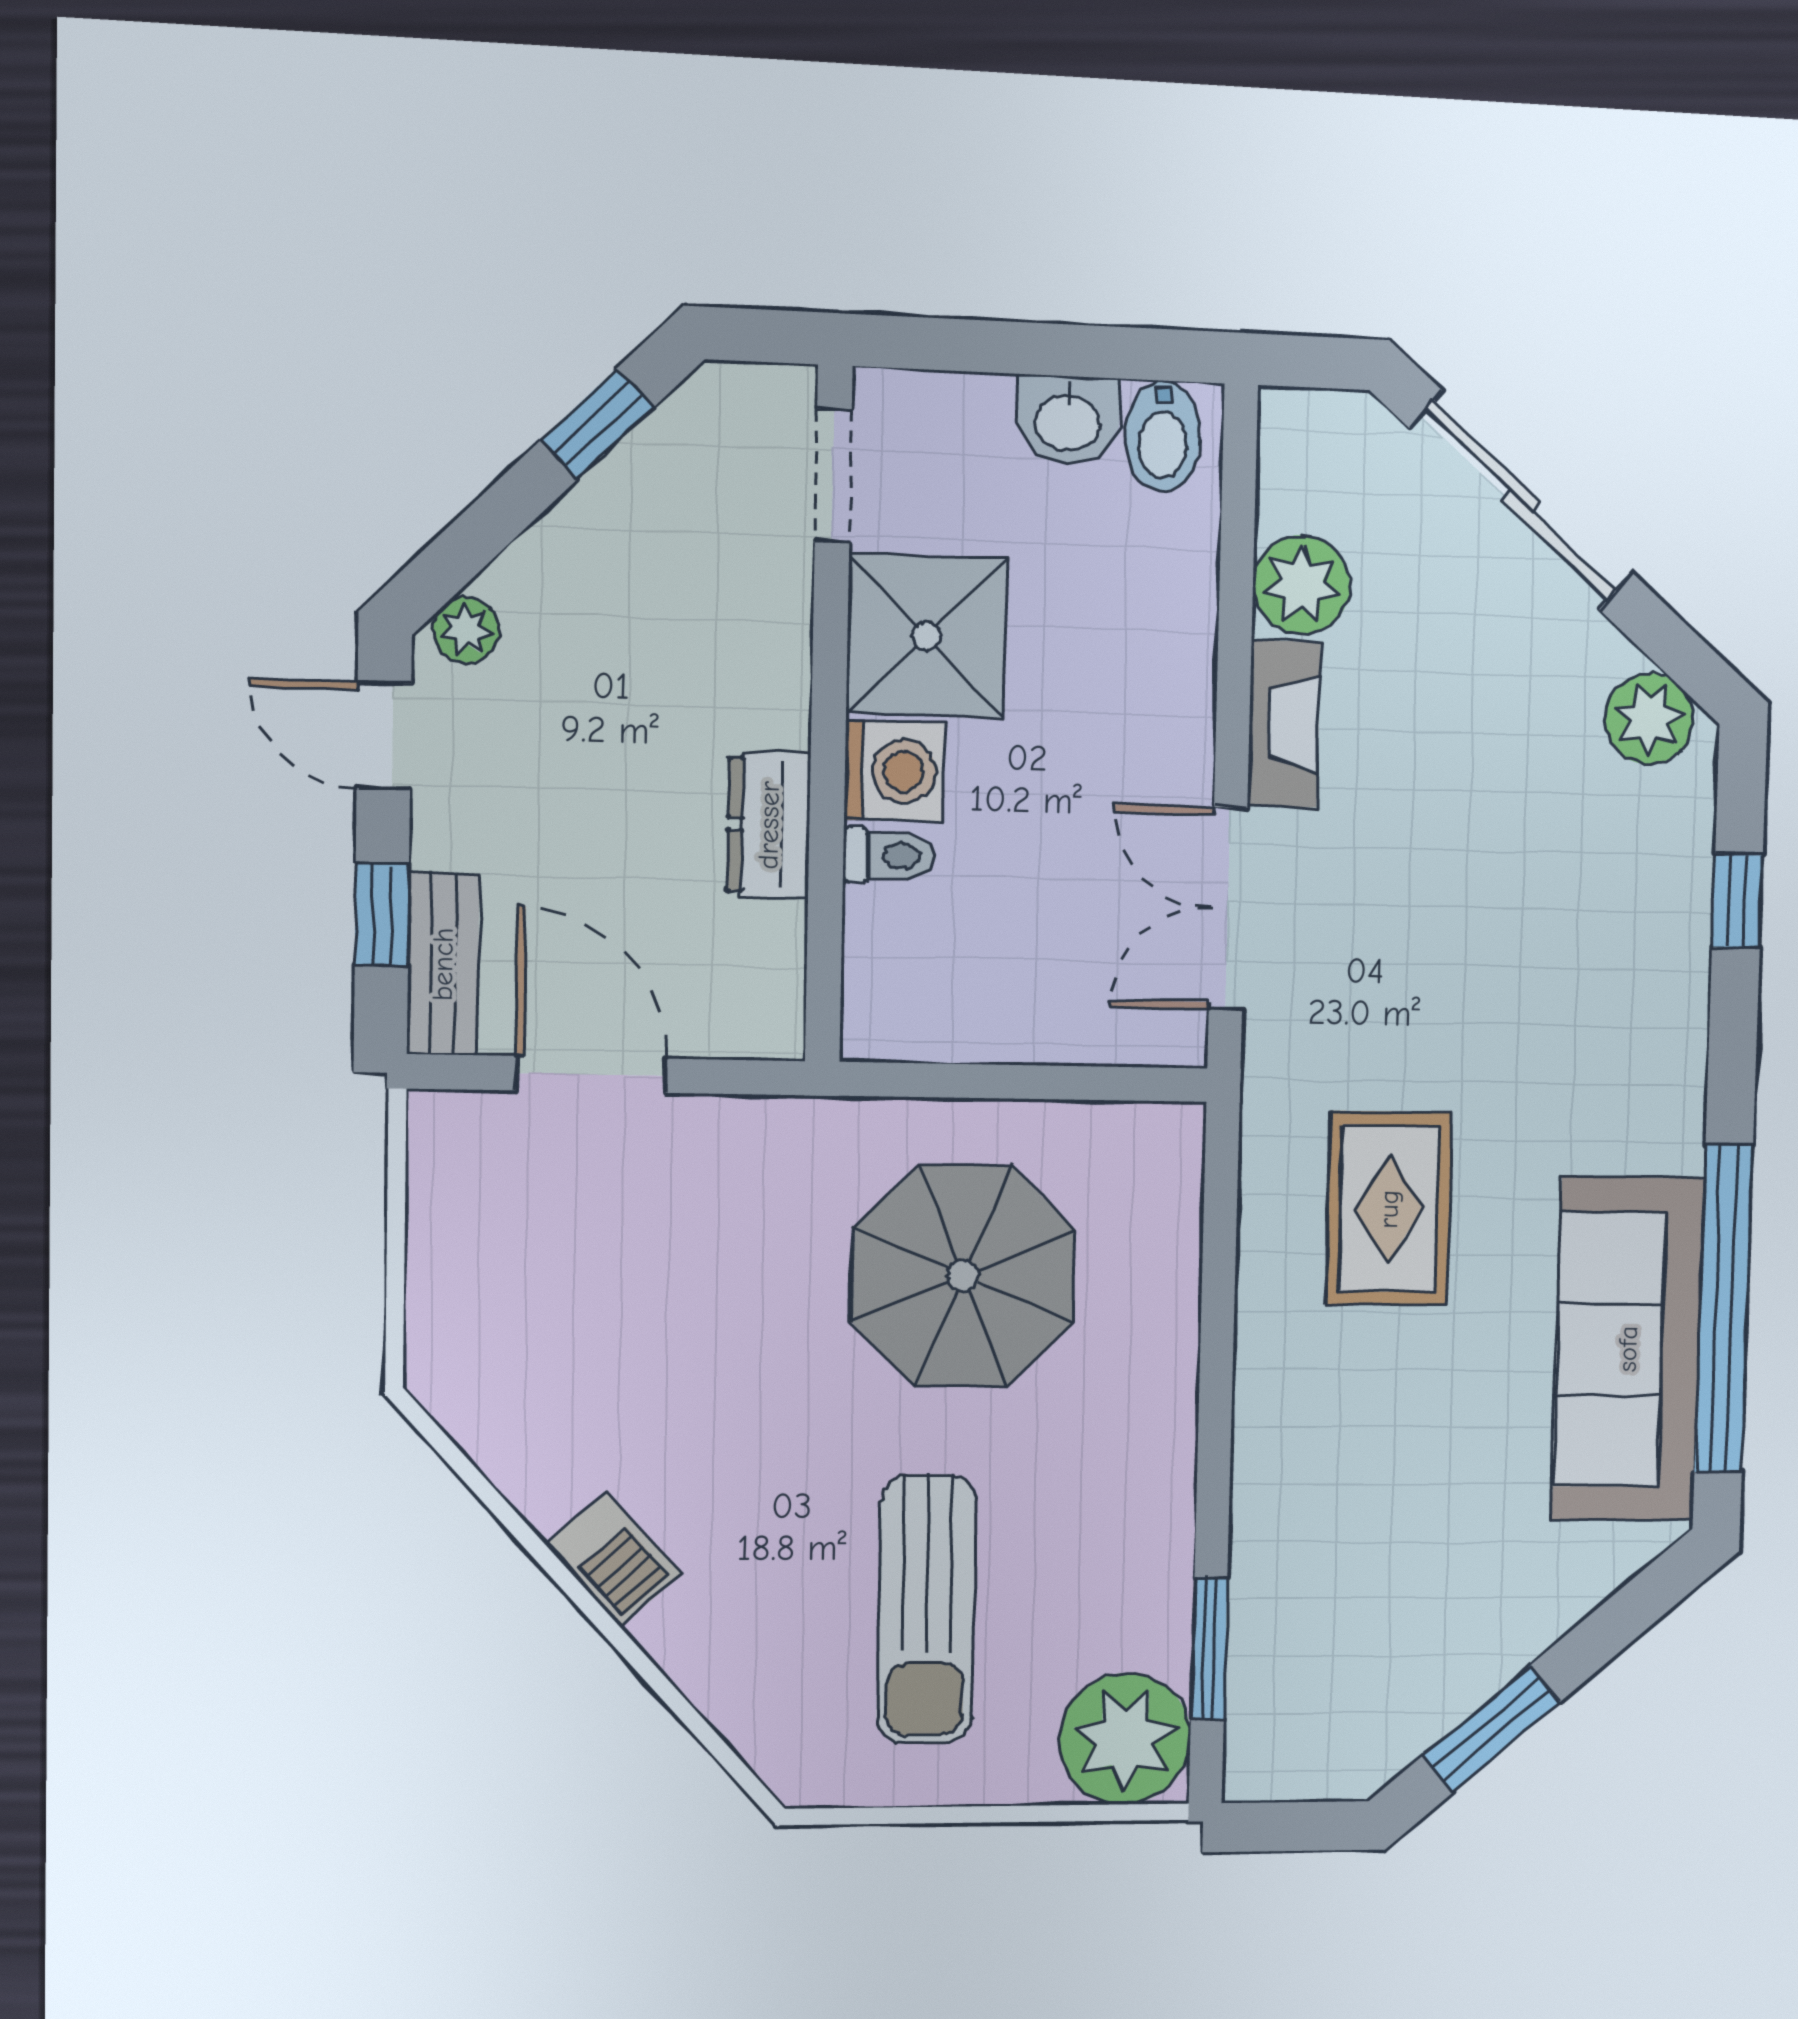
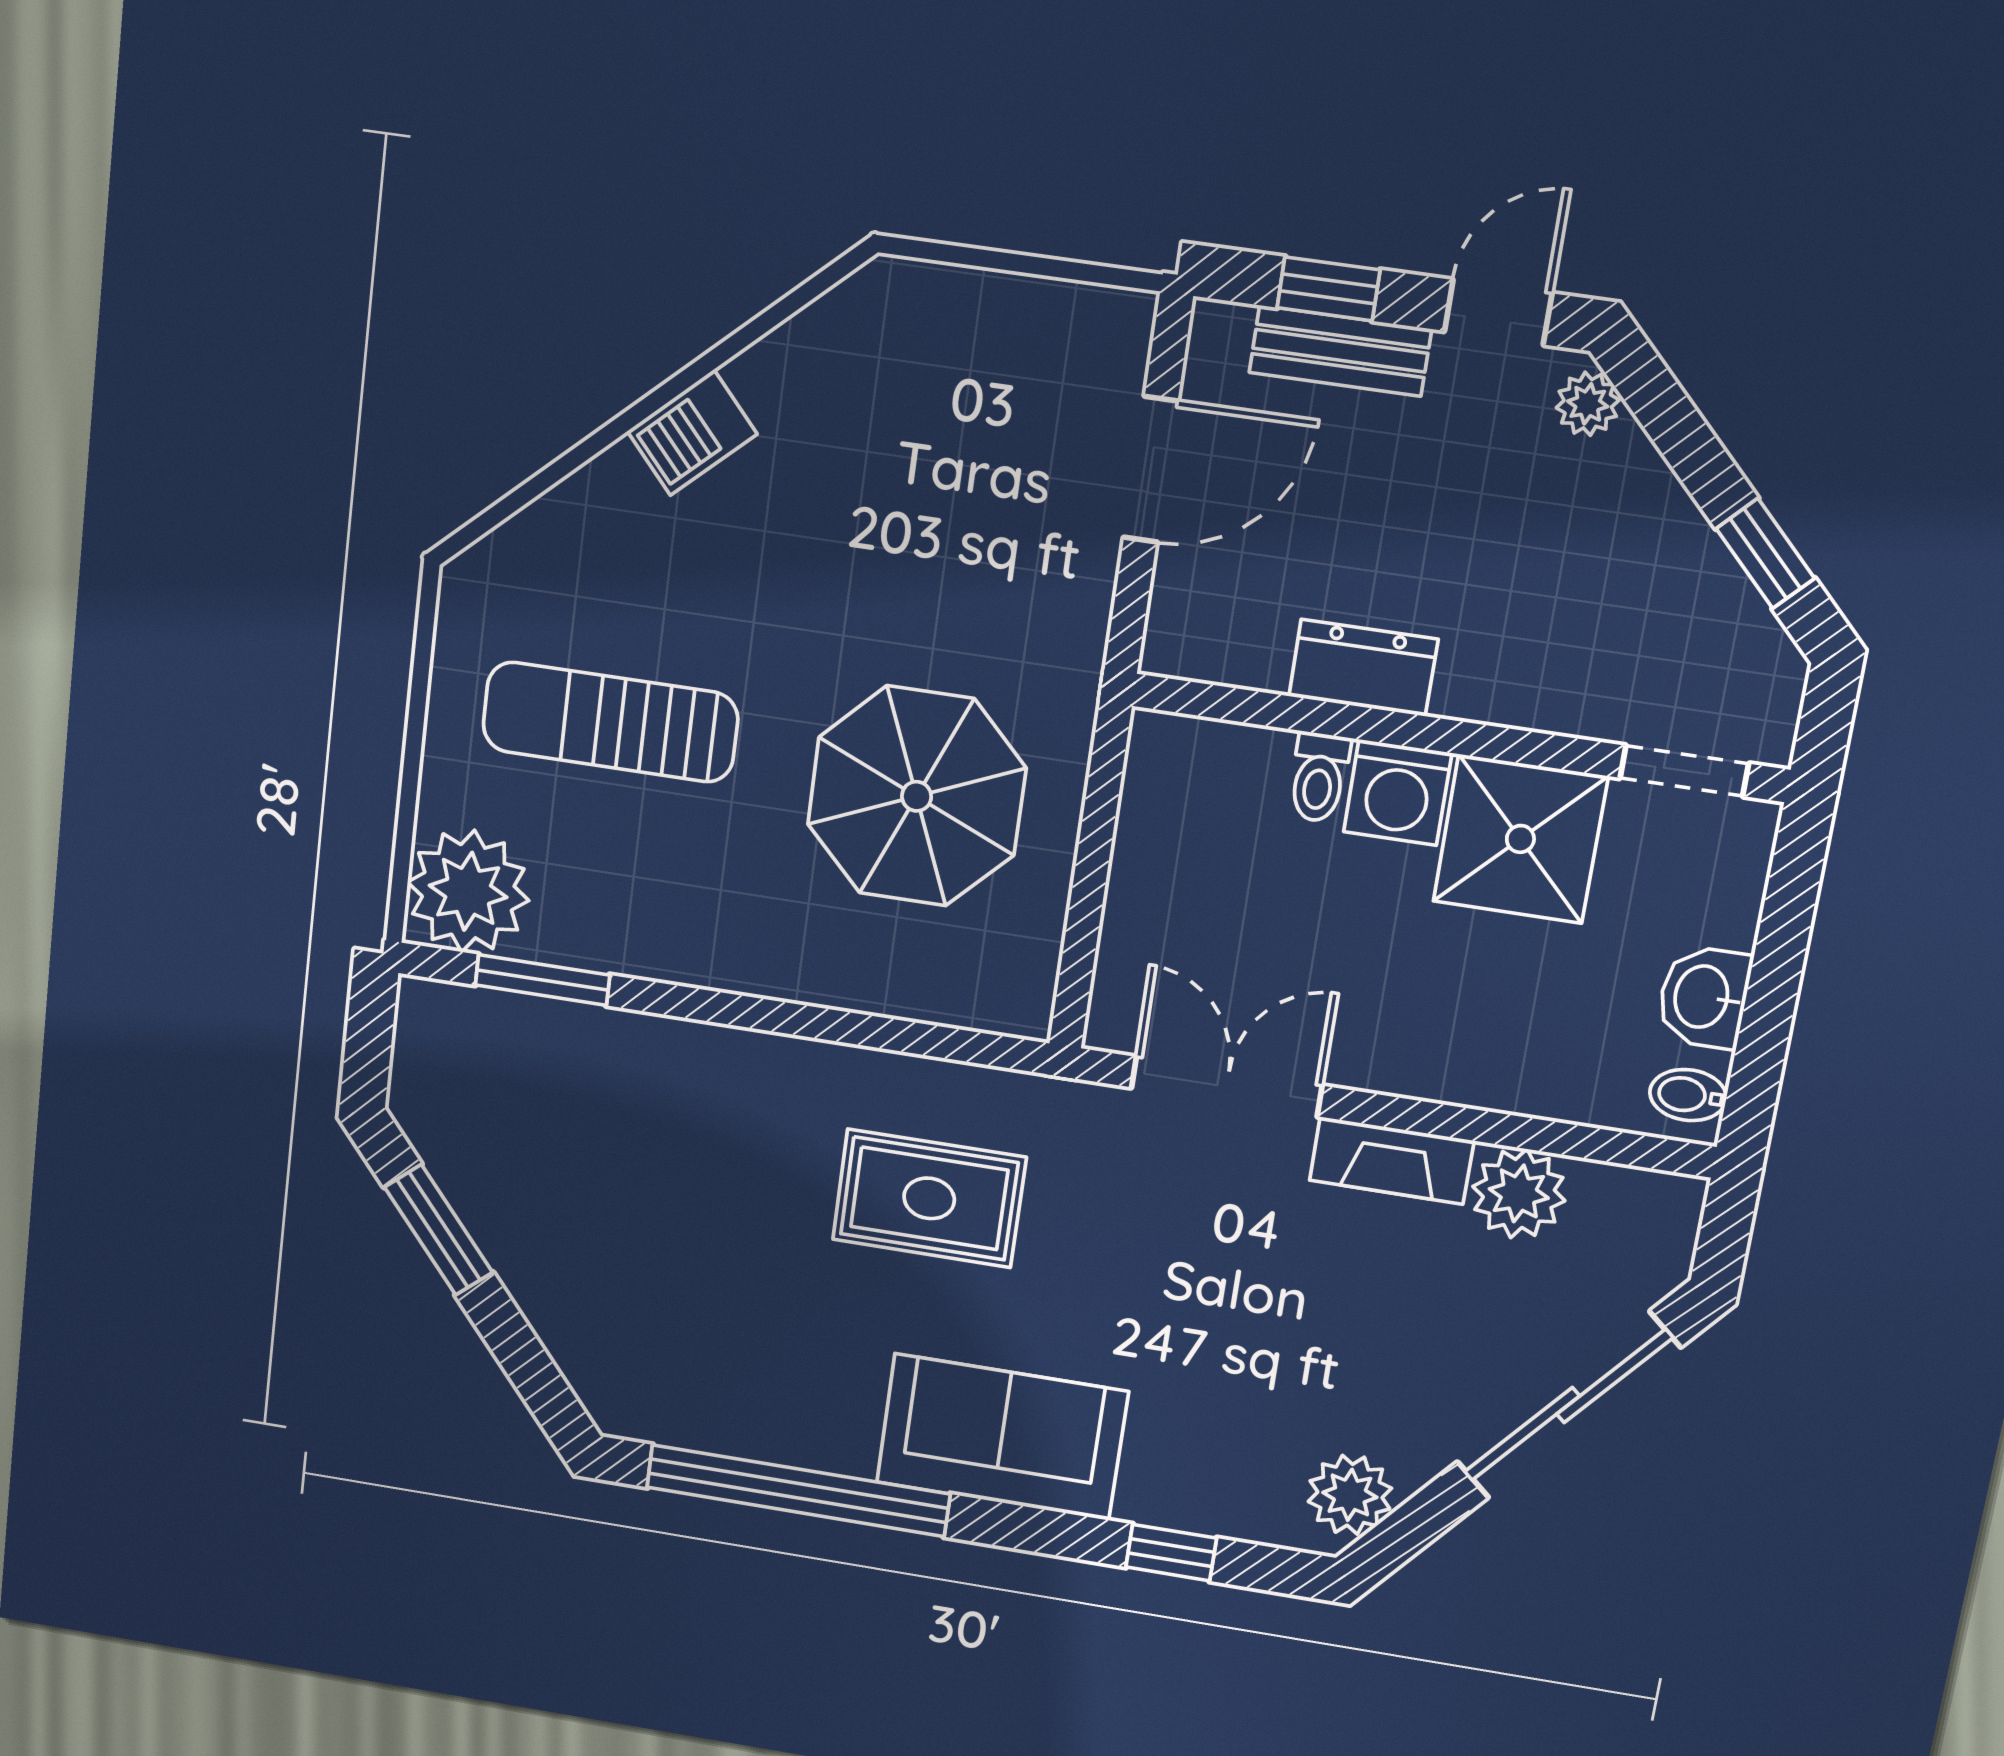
bidet: (1163, 436) -> (1688, 1095), width x0.72, depth x0.74
bench: (443, 964) -> (1340, 351), moved
sofa: (1628, 1349) -> (1002, 1437), moved, width x0.73

